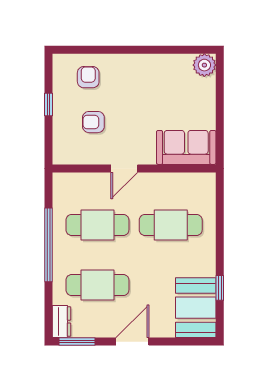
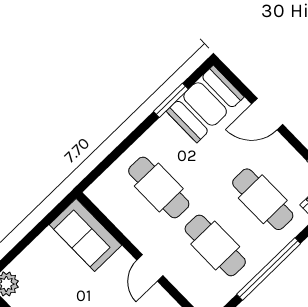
door: (124, 168) -> (150, 268), swing flipped
window: (220, 288) -> (171, 100), width x1.50
door: (132, 342) -> (267, 114), moved

